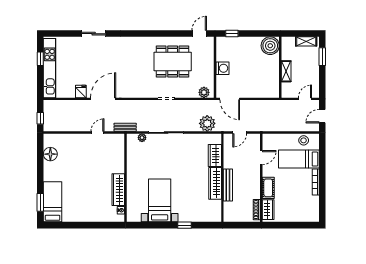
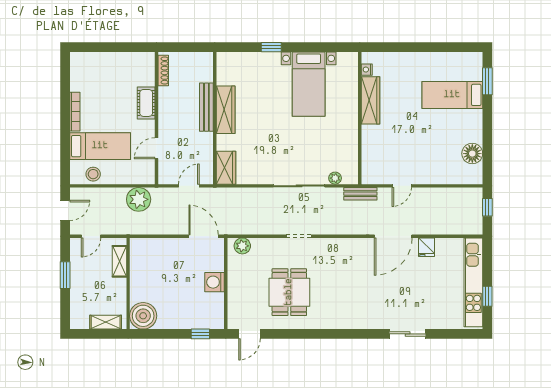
shelving: (306, 41) -> (106, 322), moved
window: (322, 57) -> (65, 275), moved
dining table: (173, 61) -> (289, 292), width x0.73
shelving: (286, 71) -> (119, 261), moved
plant: (207, 123) -> (139, 199), moved
wardrobe: (215, 155) -> (226, 168), moved
bed: (53, 202) -> (452, 95), moved, turned 90
wardrobe: (268, 210) -> (146, 71), removed

